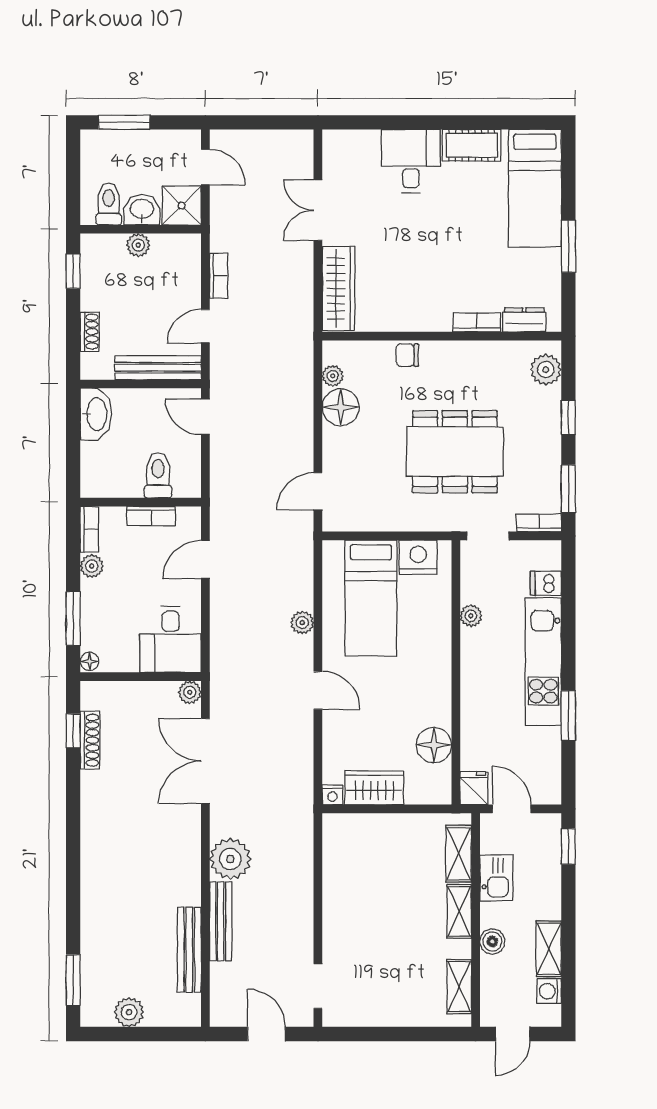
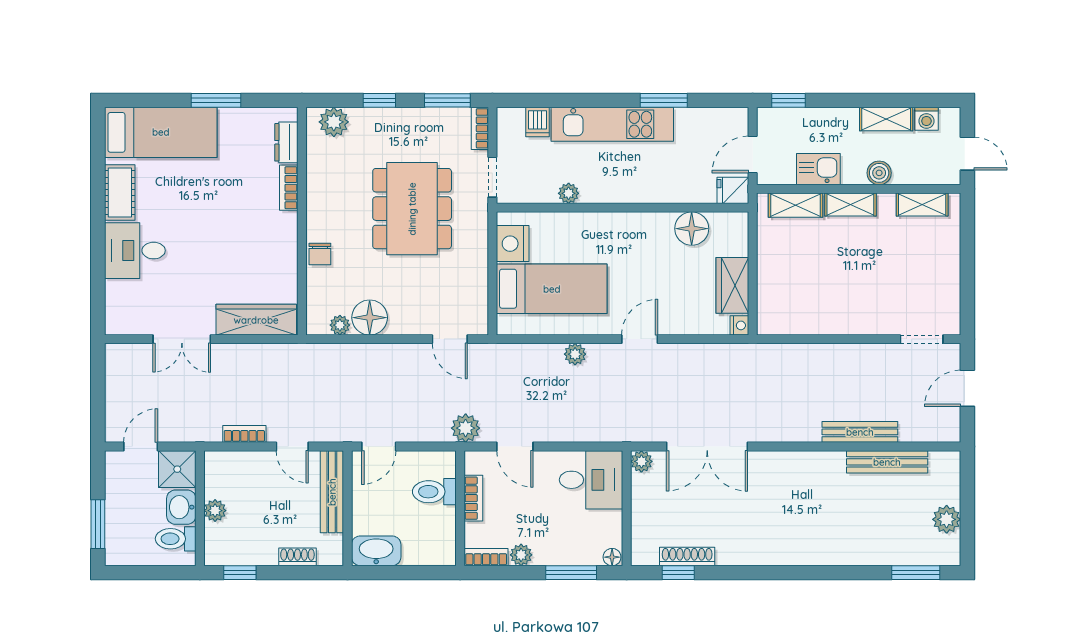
plant: (230, 859) -> (466, 428), moved, width x0.73, depth x0.73

